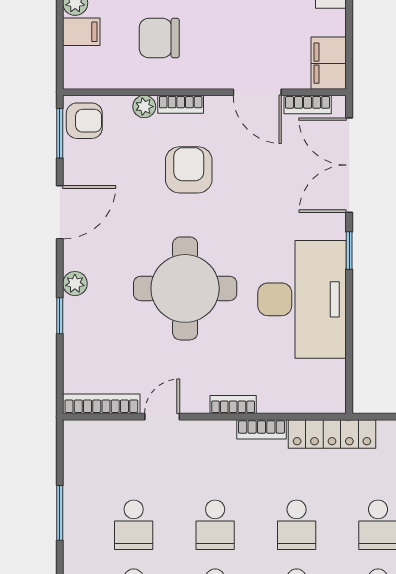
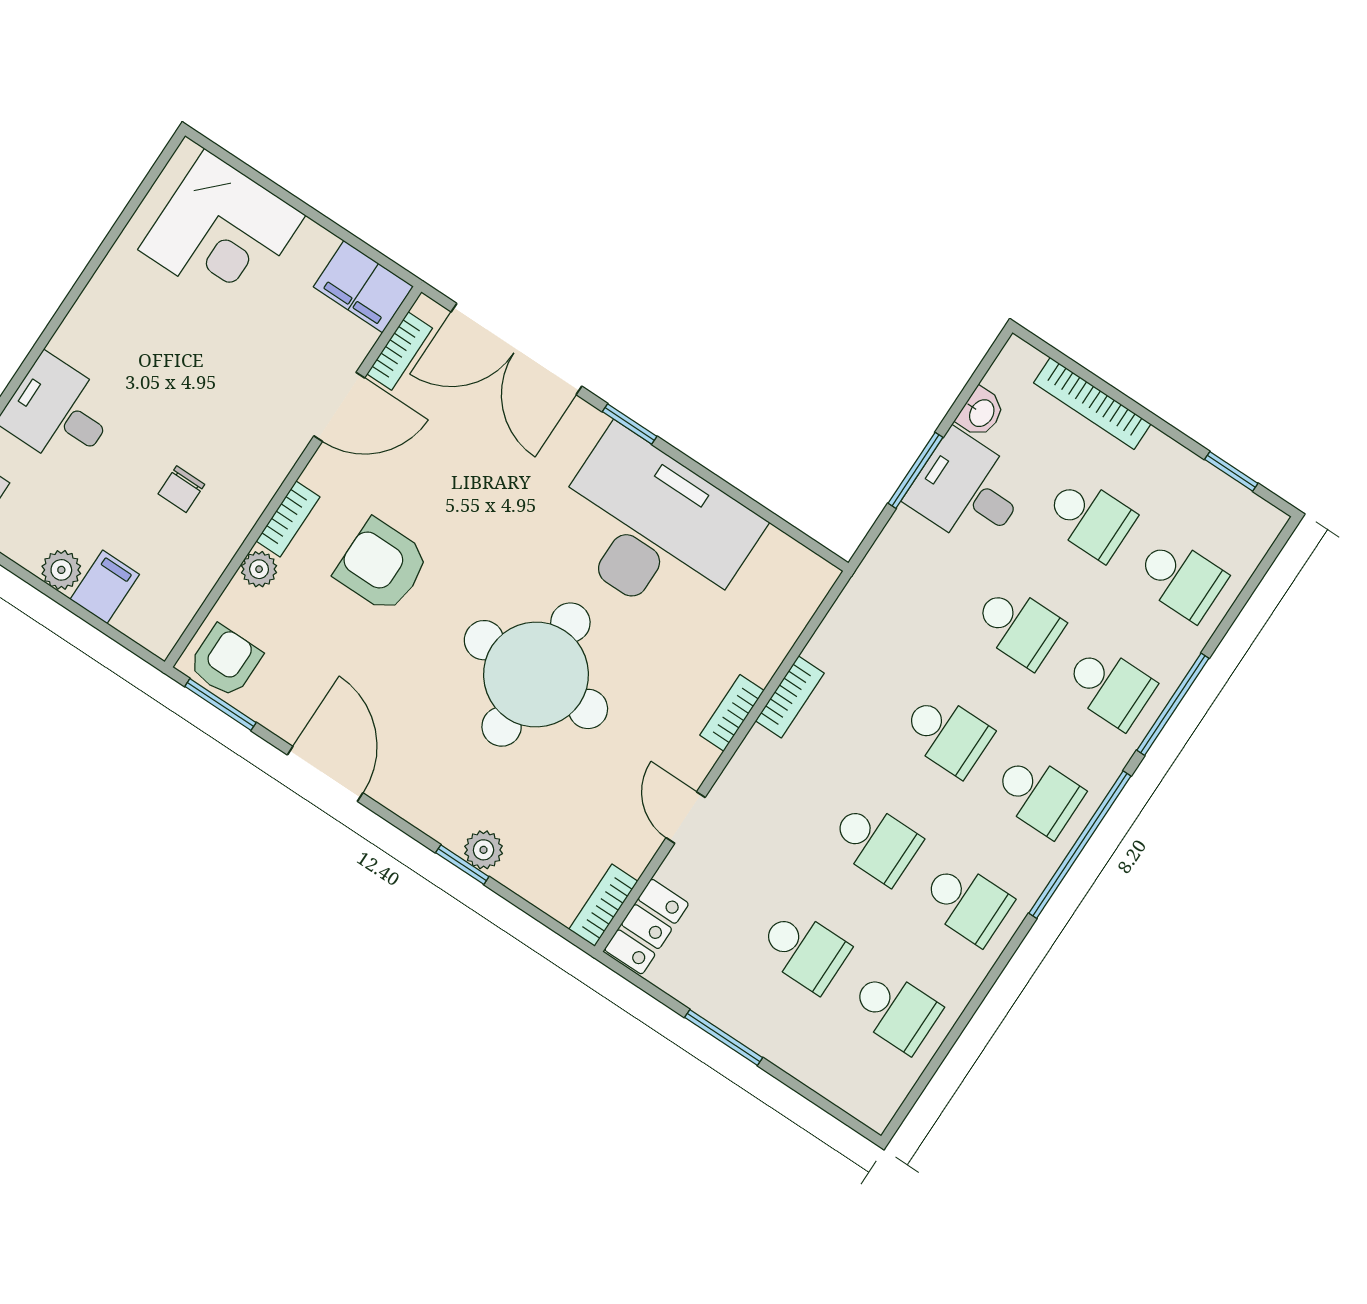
chair: (159, 38) -> (181, 489), width x0.54, depth x0.54
plant: (75, 284) -> (484, 850), moved
bookcase: (101, 404) -> (603, 905), width x0.64
locker: (332, 434) -> (647, 927), moved, width x0.66

